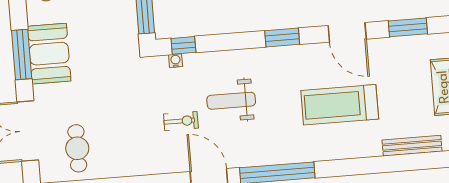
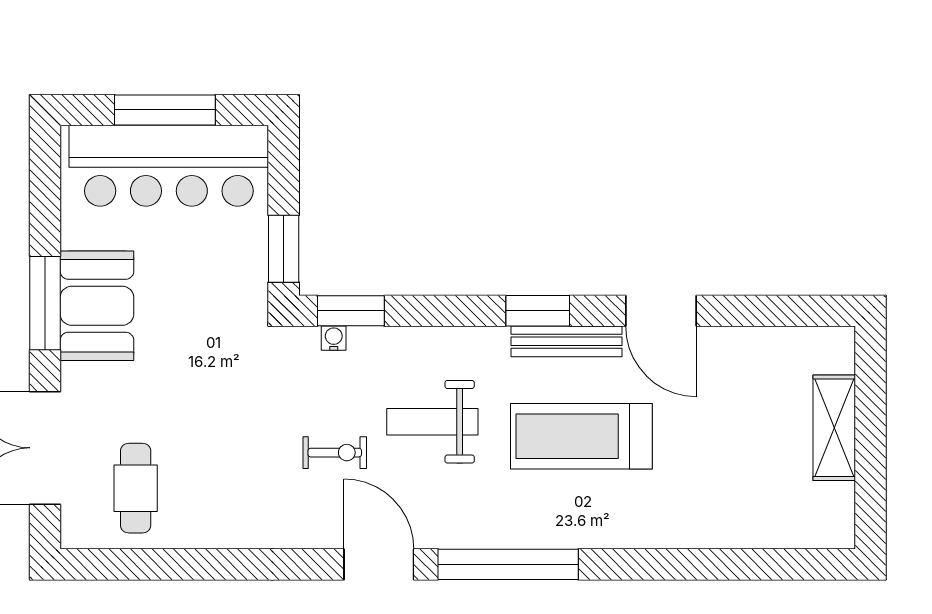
window: (408, 27) -> (776, 311), removed
window: (183, 45) -> (351, 311), width x1.50
treadmill: (340, 105) -> (581, 436), moved
bench: (412, 146) -> (566, 341), moved

